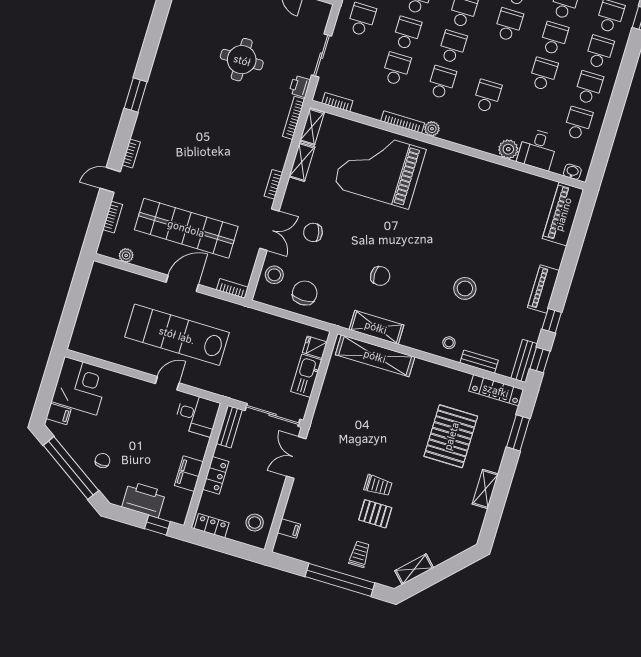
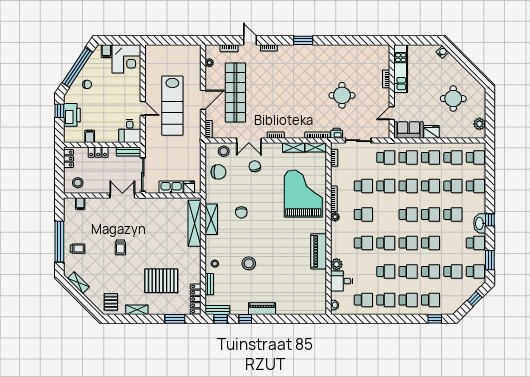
school desk: (452, 47) -> (386, 243), moved
piano: (563, 214) -> (319, 251), moved, turned -90
door: (182, 283) -> (203, 100), hinge flipped
lab bench: (177, 335) -> (172, 106), turned 180
filing cabinet: (189, 474) -> (90, 136), width x0.50
pallet: (375, 514) -> (111, 302), moved
window: (157, 525) -> (59, 111), moved

